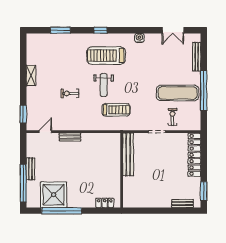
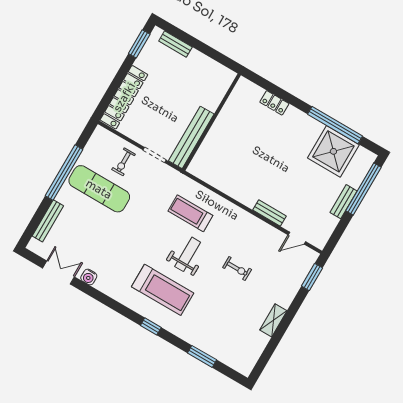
water cooler: (139, 38) -> (89, 277), moved
bench: (128, 154) -> (191, 137), moved
wall: (122, 170) -> (211, 122), moved

